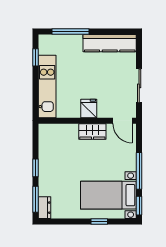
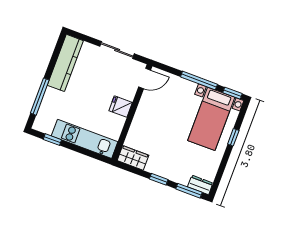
wardrobe: (92, 131) -> (133, 158), moved, turned -90

